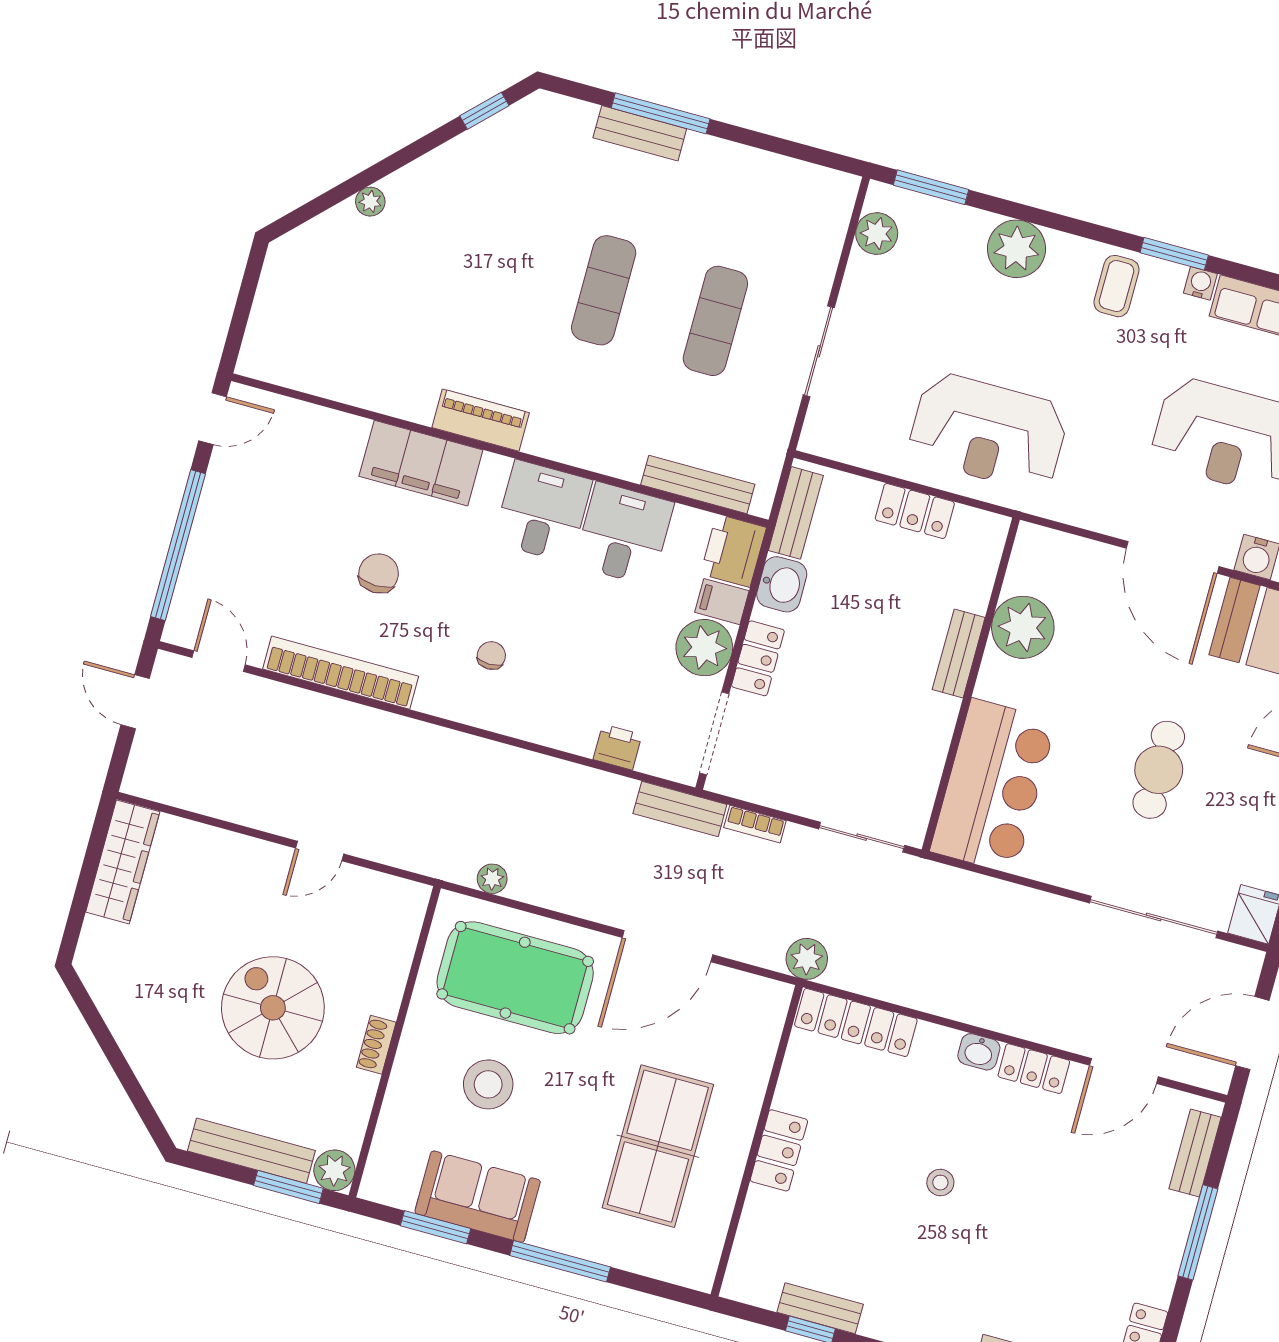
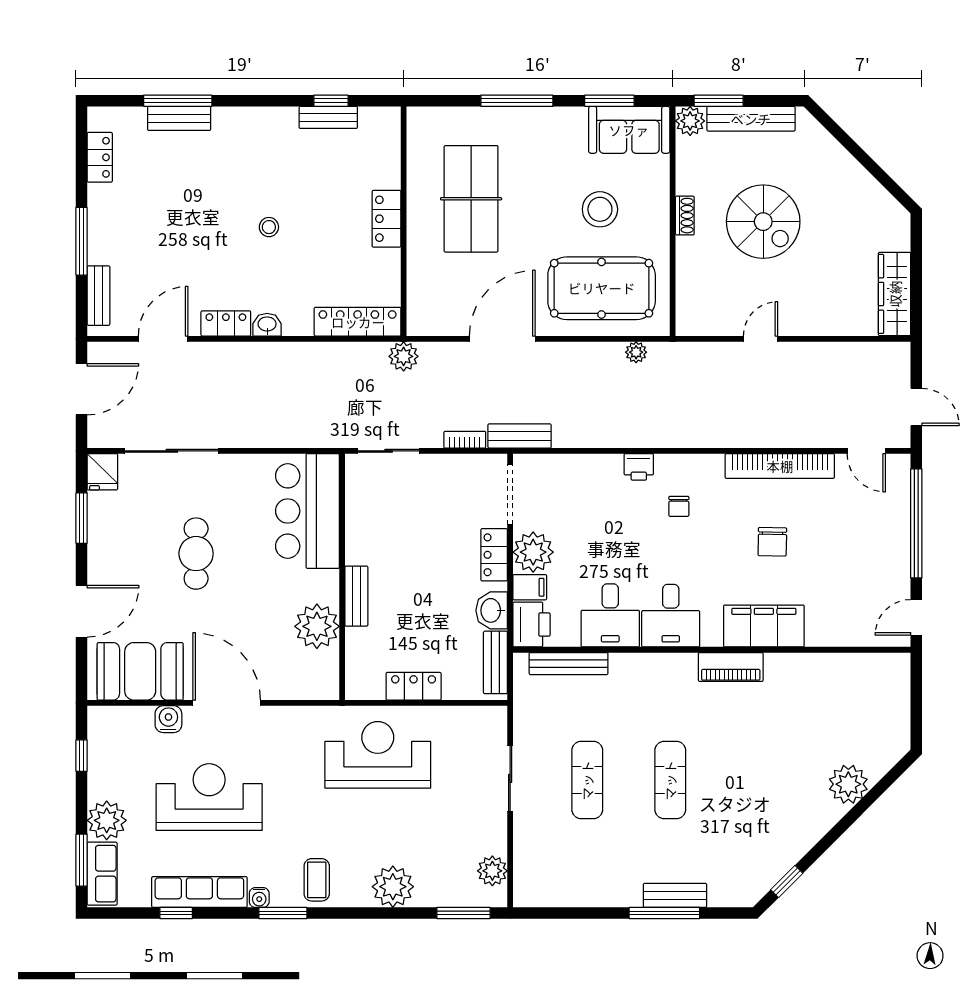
plant: (370, 202) -> (848, 784), width x1.87, depth x1.87
printer: (618, 747) -> (639, 467), moved
sofa: (478, 1197) -> (629, 130), moved

